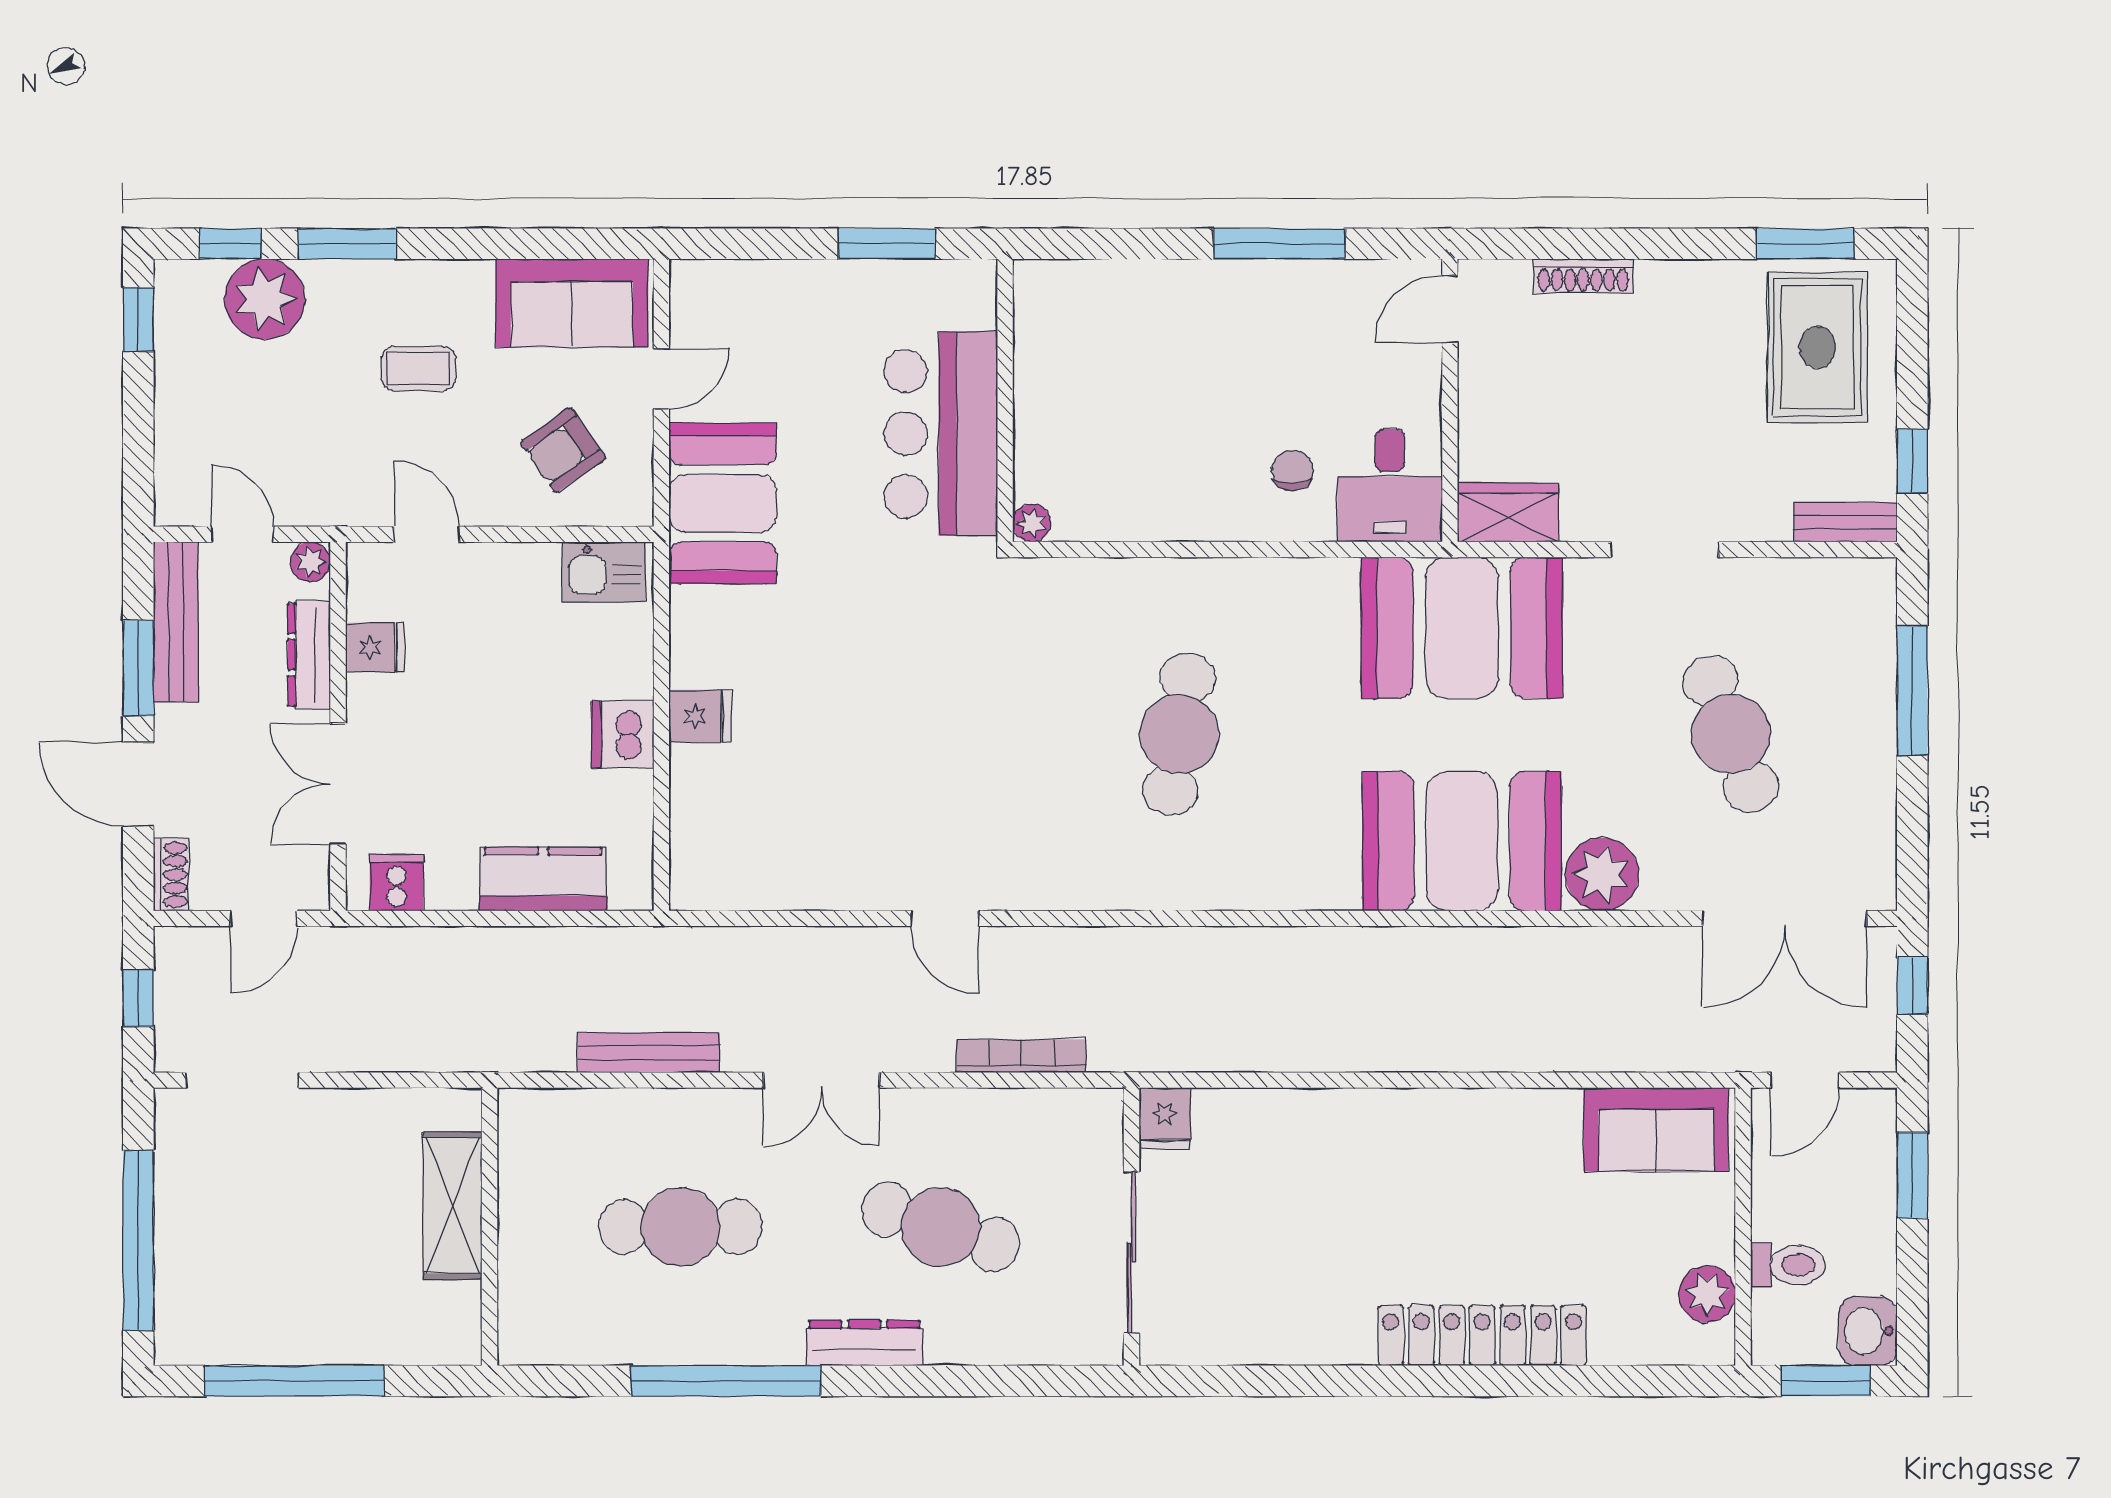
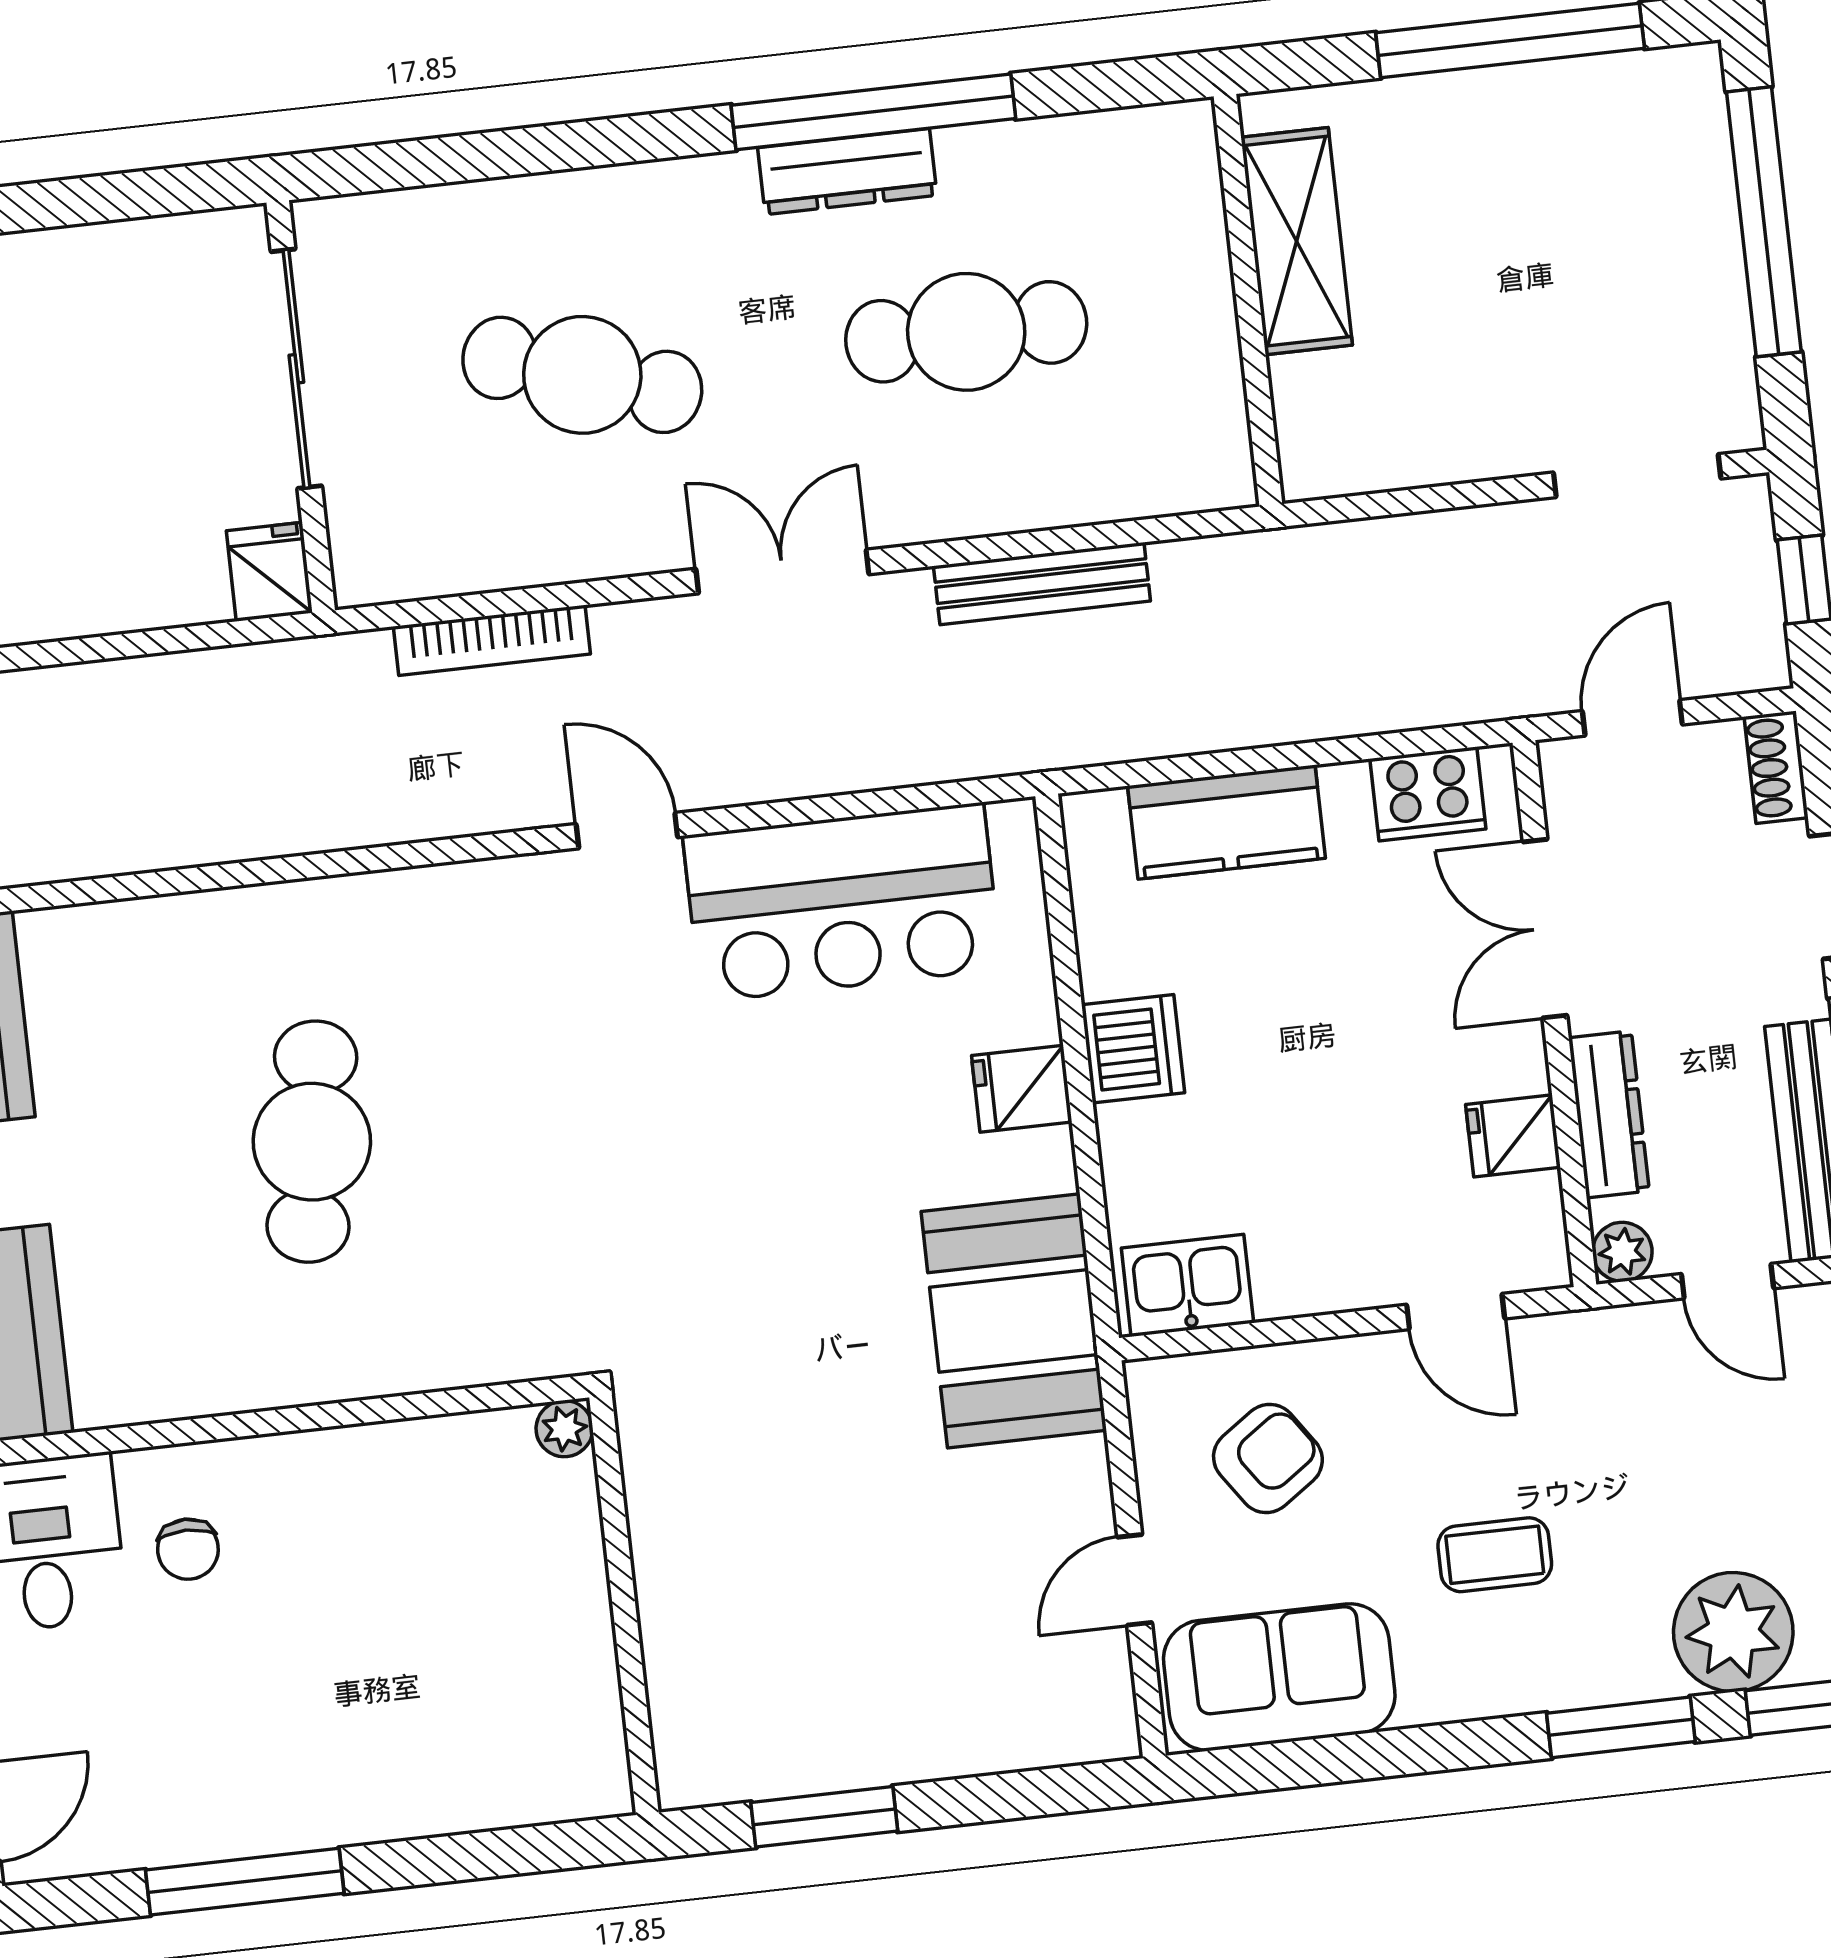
bar counter: (941, 434) -> (842, 902), moved, turned 90
booth: (723, 503) -> (1014, 1321), moved
double door: (338, 784) -> (1545, 929), swing flipped
cooker: (396, 883) -> (1428, 794), width x1.36
shelving: (452, 1205) -> (1297, 241), moved
dresser: (864, 1343) -> (847, 172), moved

